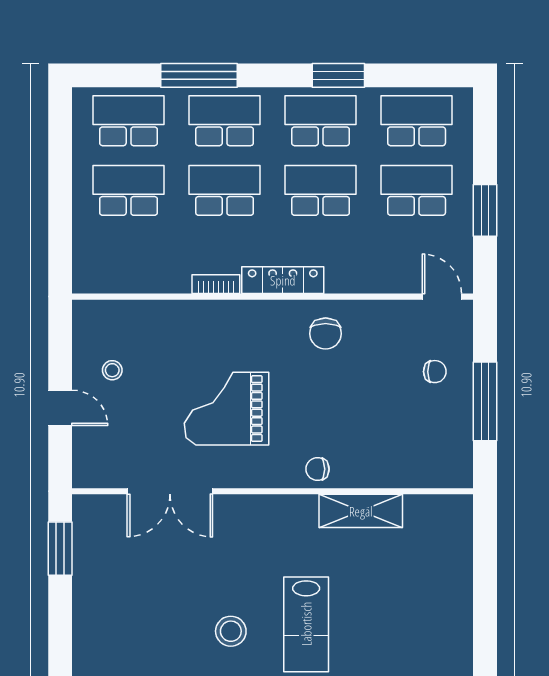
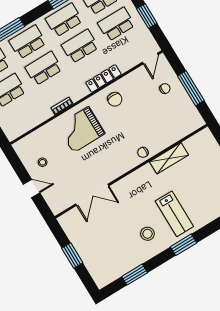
locker: (283, 280) -> (103, 79), moved
door: (442, 297) -> (150, 59), swing flipped
grand piano: (226, 409) -> (81, 130), moved
window: (60, 549) -> (72, 256), moved

